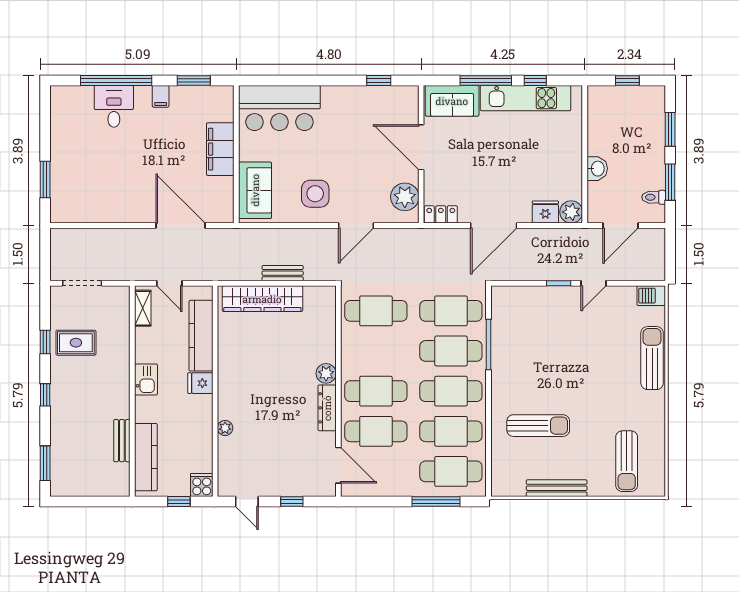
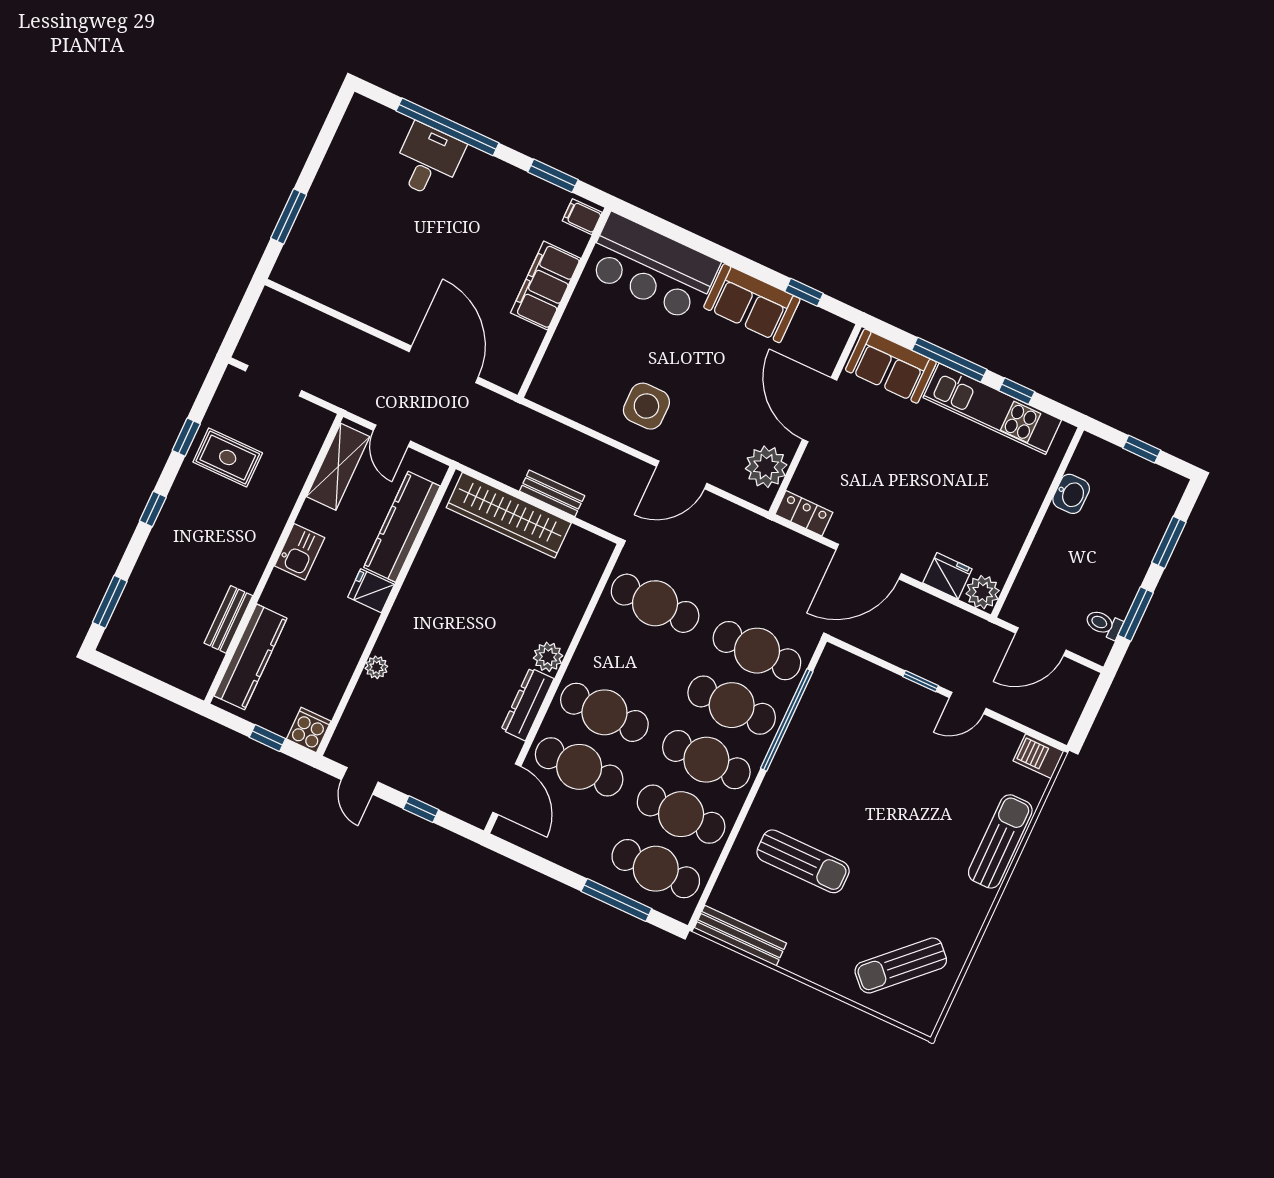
filing cabinet: (161, 96) -> (582, 217), moved, turned 90
washbasin: (597, 169) -> (1071, 494), moved
sofa: (255, 190) -> (752, 303), moved, turned 90
shelving: (143, 308) -> (338, 467), width x1.50, depth x1.33
window: (489, 344) -> (787, 720), width x1.46
sun lounger: (627, 461) -> (901, 965), turned 46
bench: (557, 488) -> (740, 936), moved

